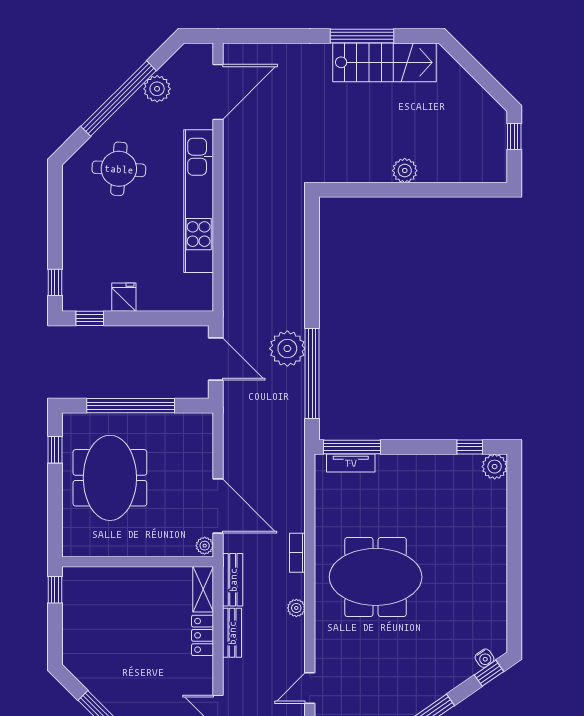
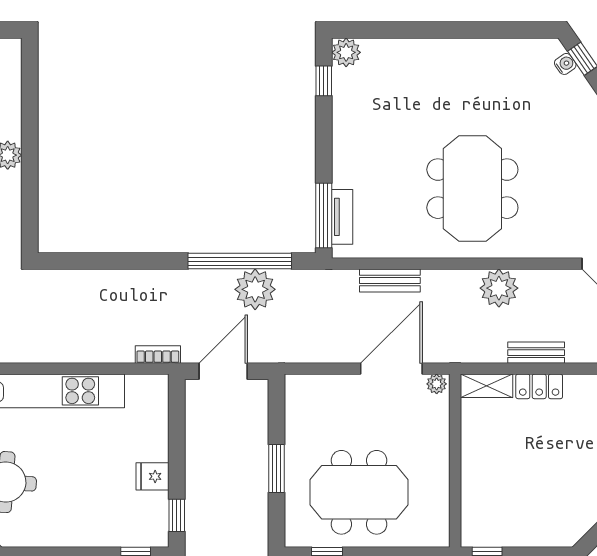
plant: (287, 349) -> (255, 289), moved
window: (131, 406) -> (276, 469), width x0.47
bookcase: (297, 553) -> (158, 355), moved, turned 180
bench: (233, 580) -> (390, 280), moved
plant: (296, 608) -> (499, 288), width x1.88, depth x1.88

